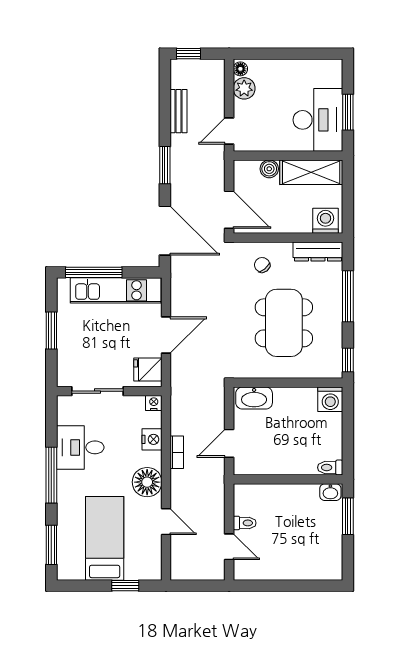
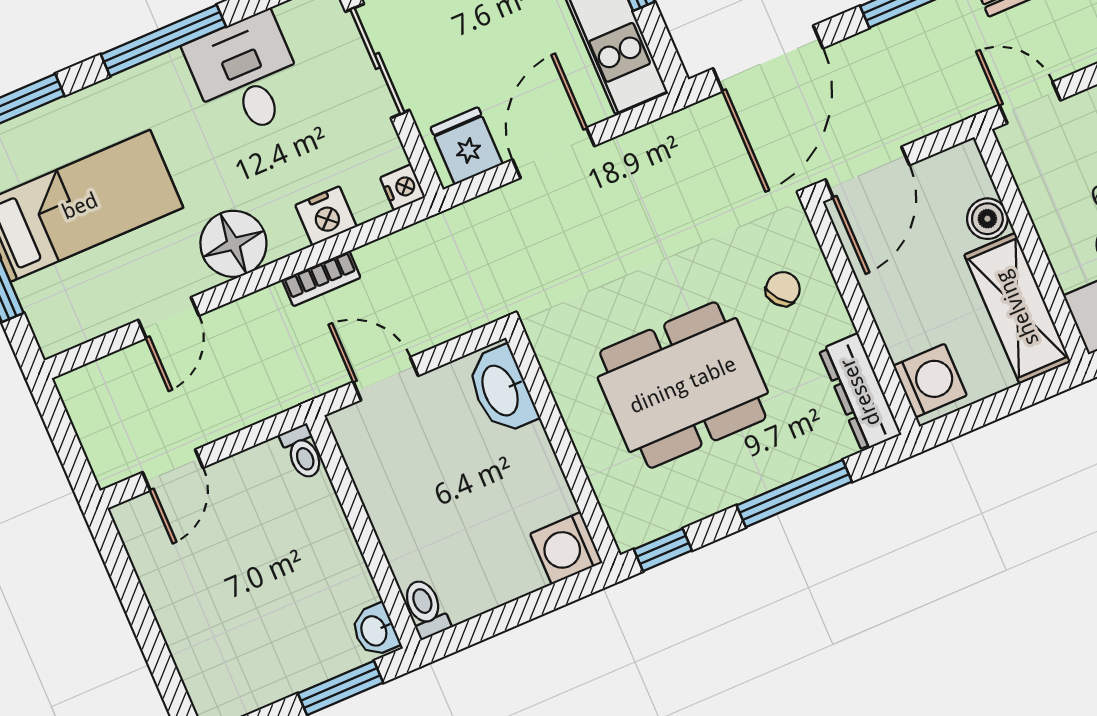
door: (166, 335) -> (553, 153), swing flipped
toilet: (245, 523) -> (302, 452), moved

